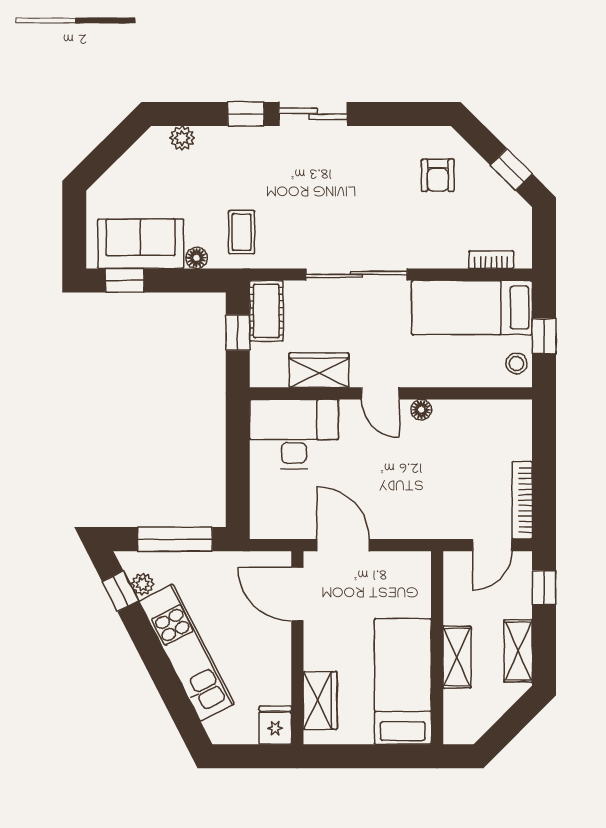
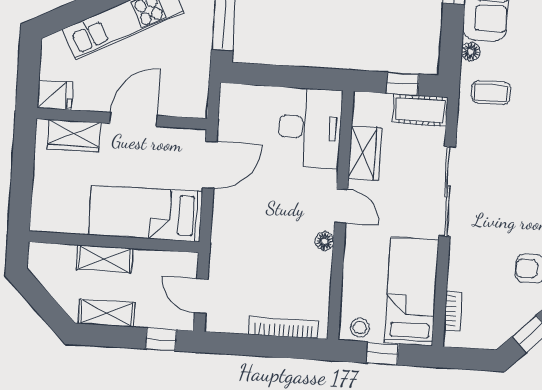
door: (380, 393) -> (341, 206), swing flipped
bookcase: (522, 500) -> (284, 328), moved
door: (297, 594) -> (133, 119), moved
bed: (403, 681) -> (146, 213), moved, turned 180

